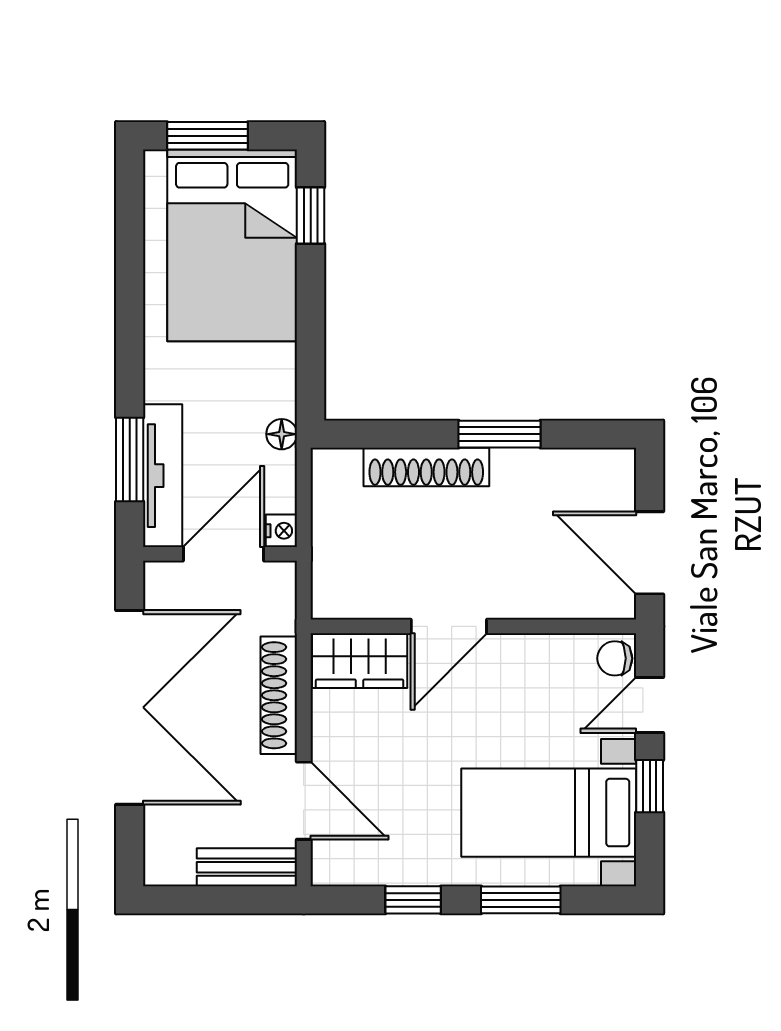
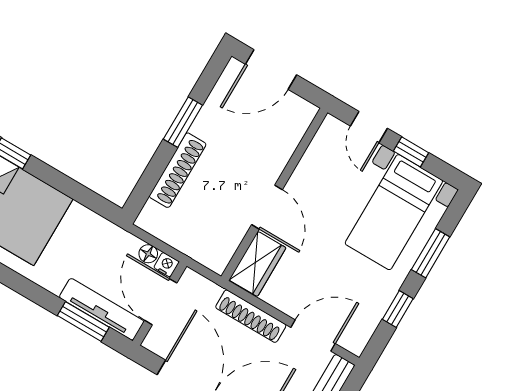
floor lamp: (282, 434) -> (148, 254), moved
door: (650, 553) -> (271, 69), moved
chair: (615, 658) -> (334, 131), removed

